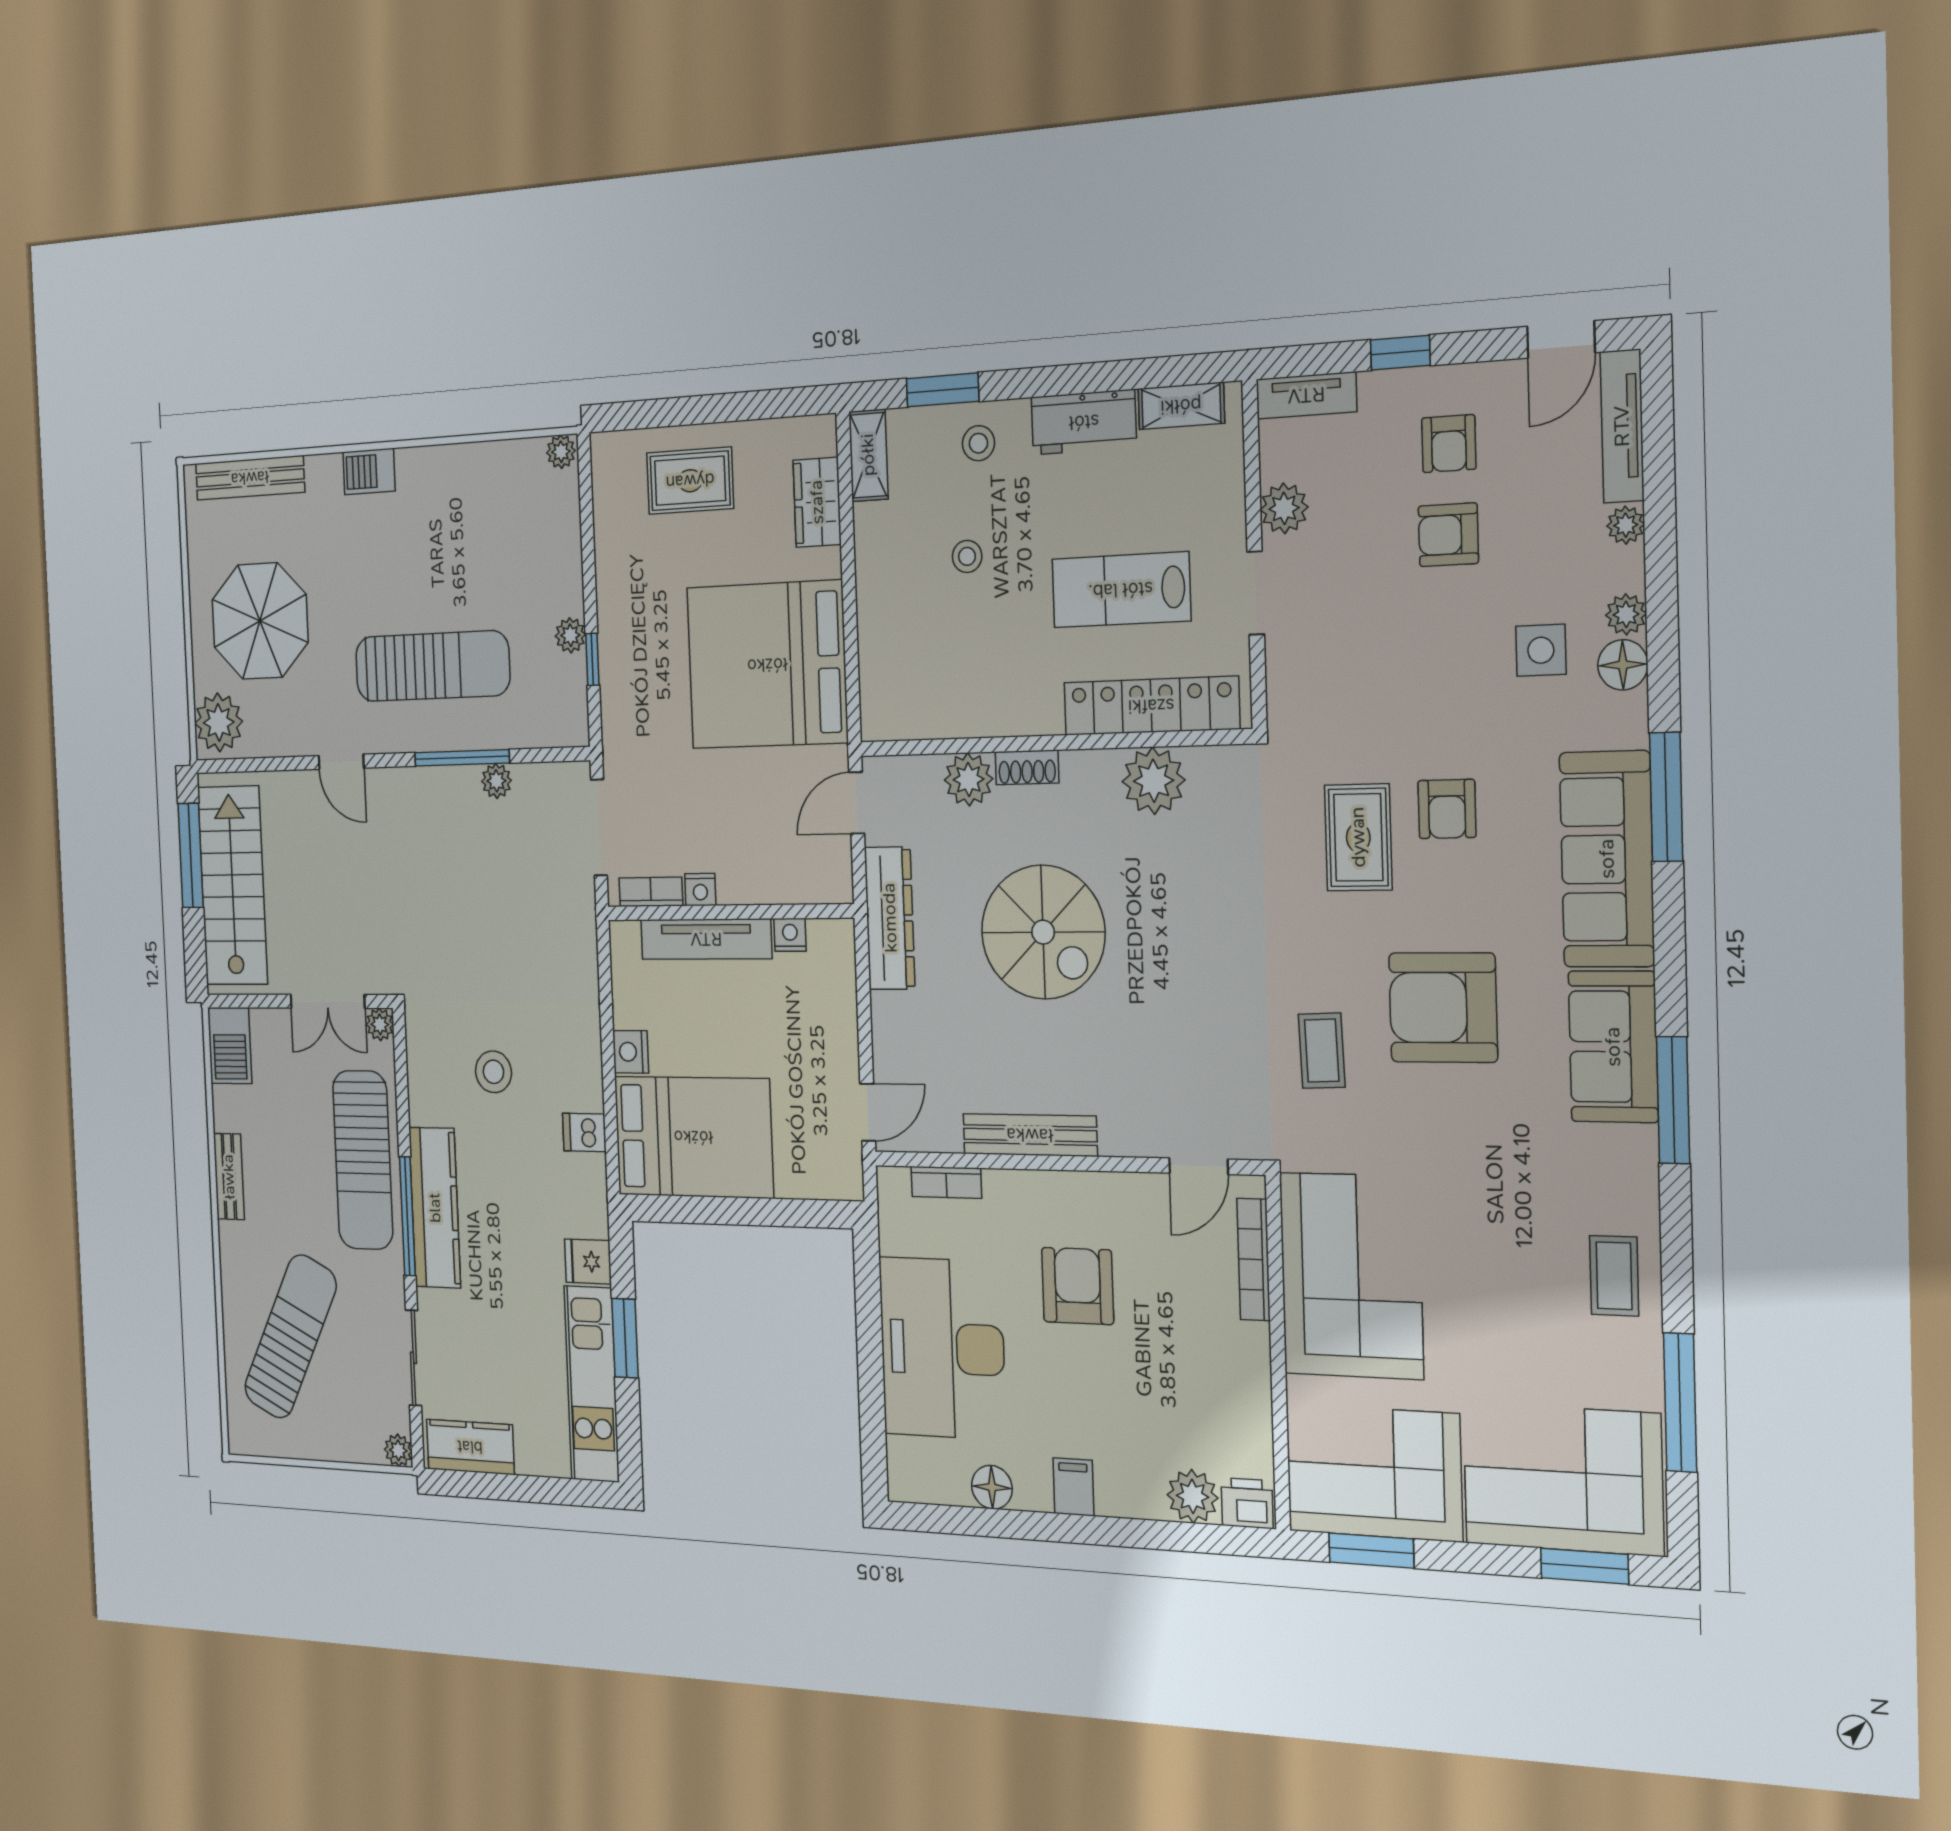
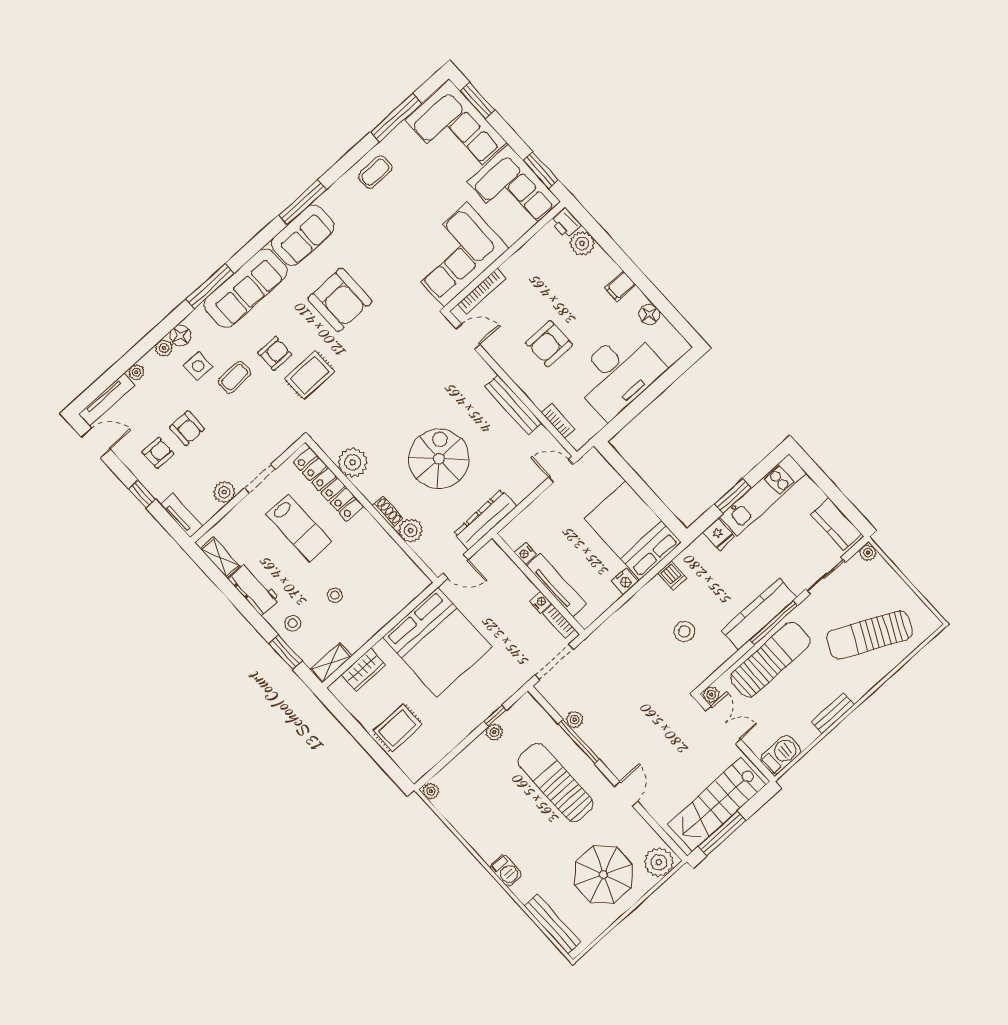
rug: (690, 481) -> (398, 728), turned 90
coffee table: (1322, 1051) -> (235, 377), moved

